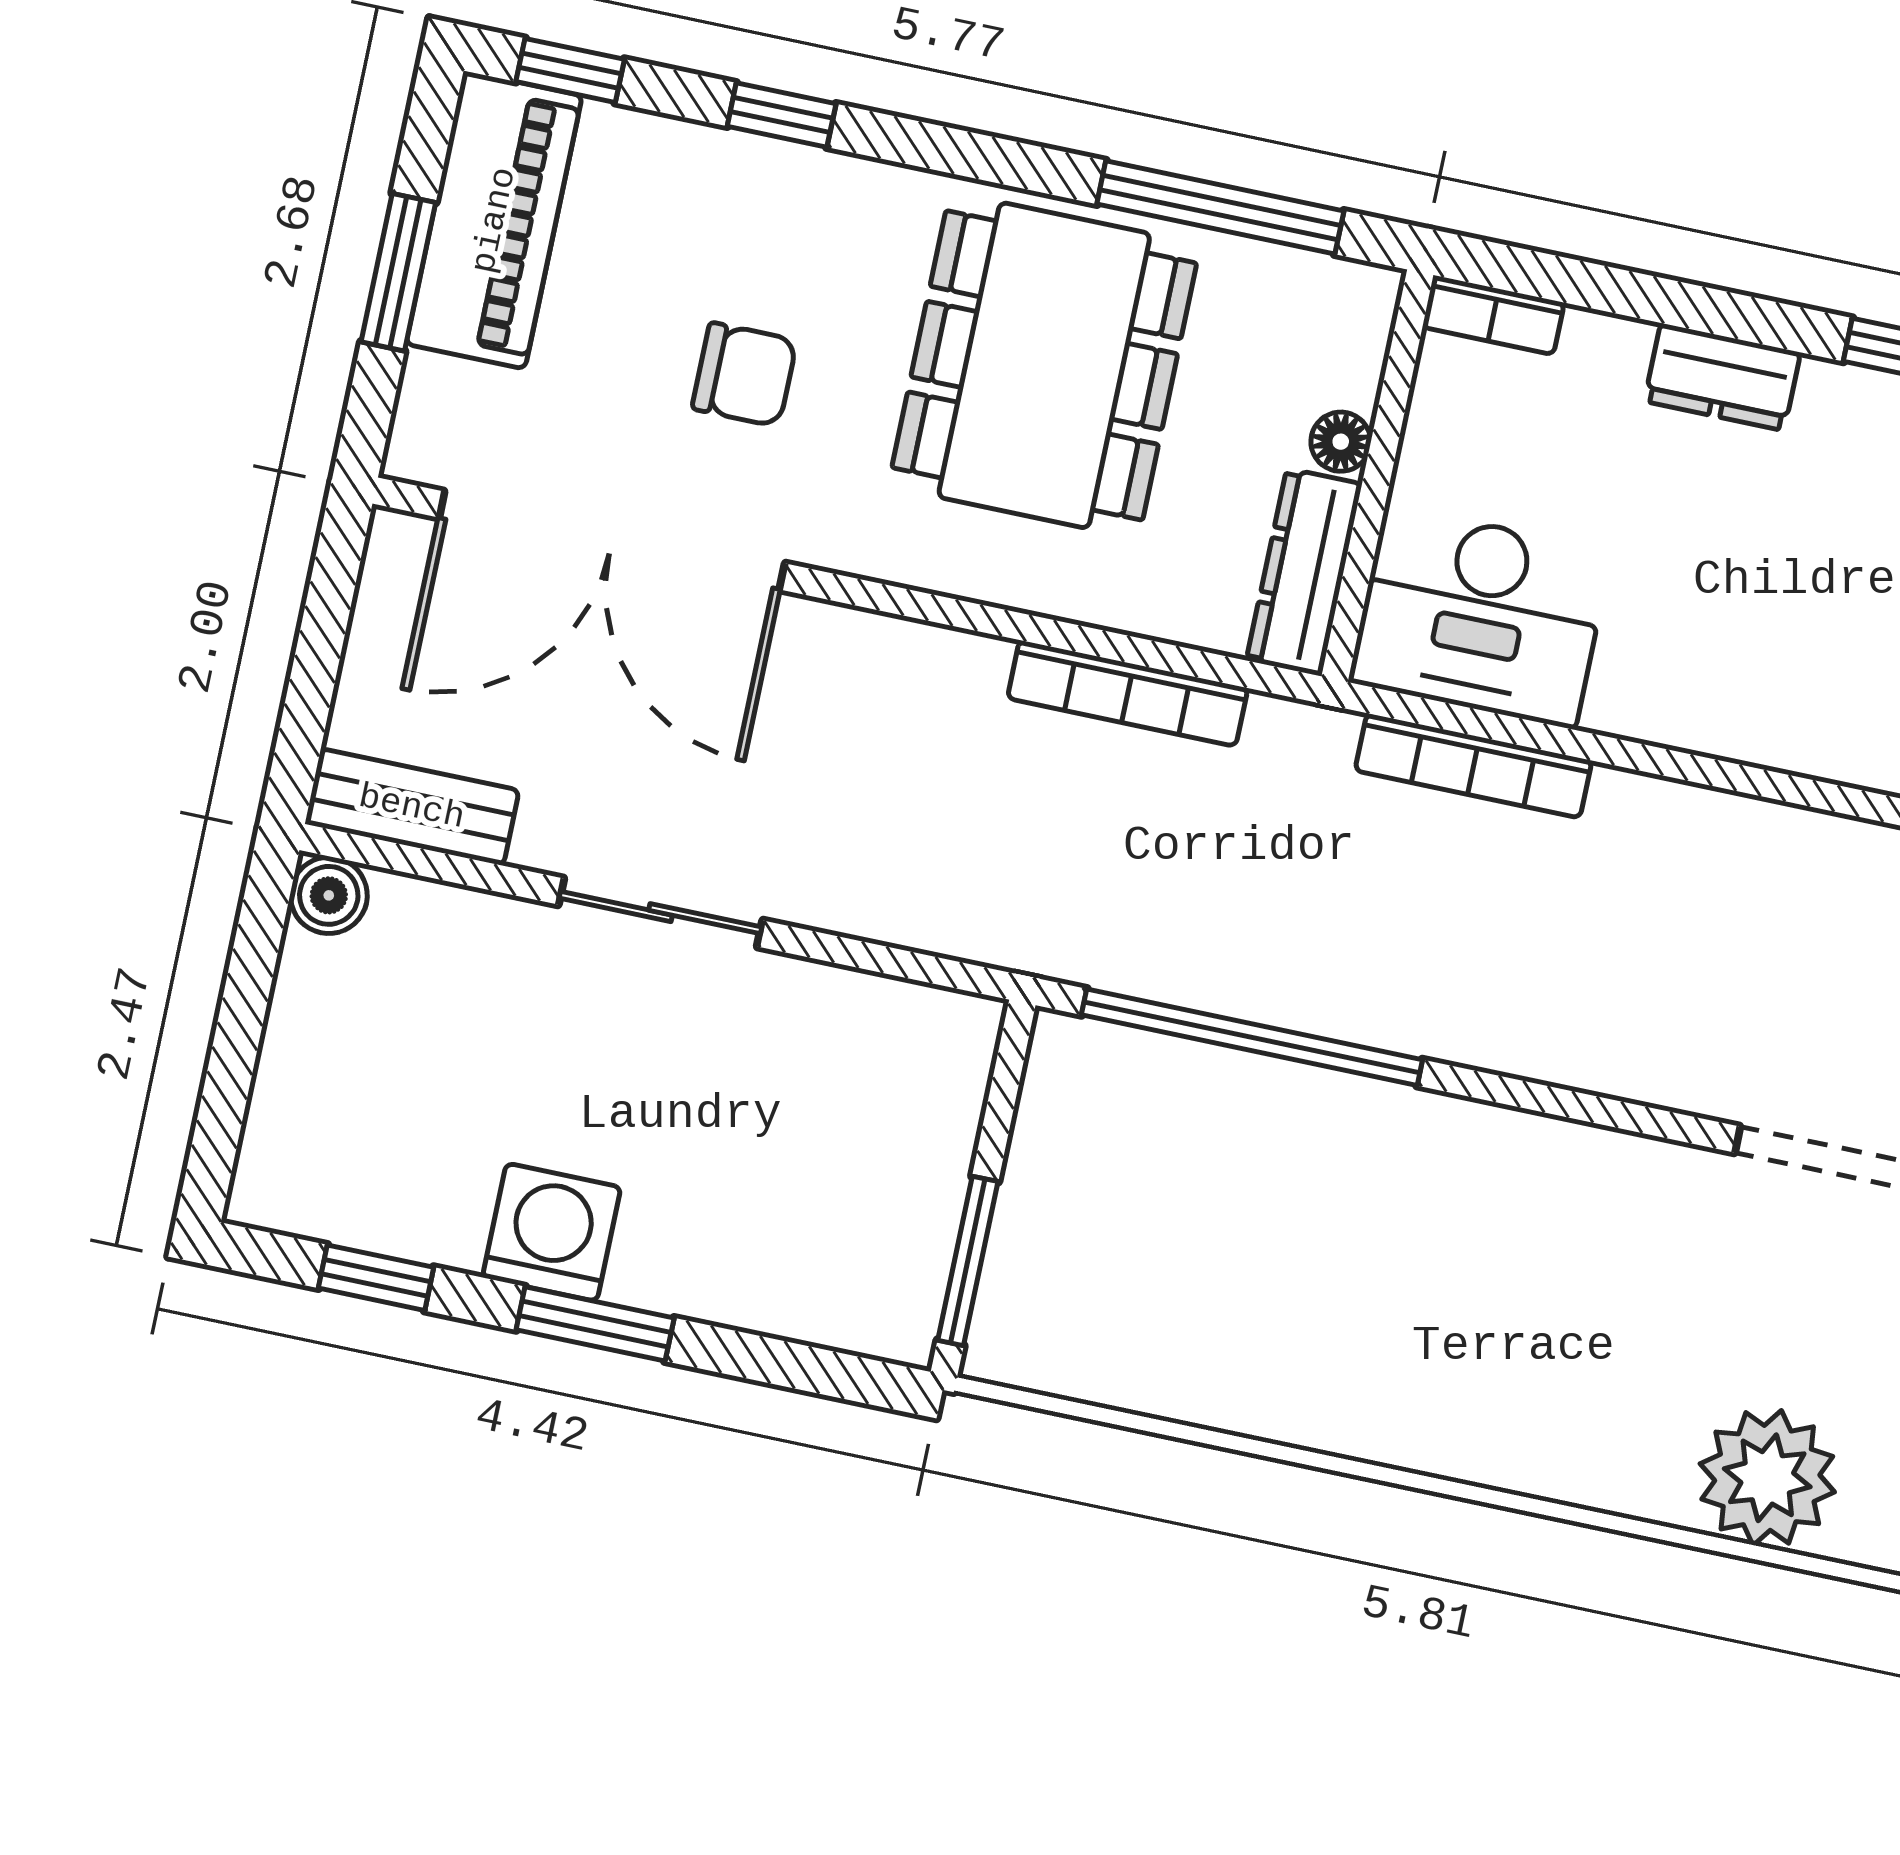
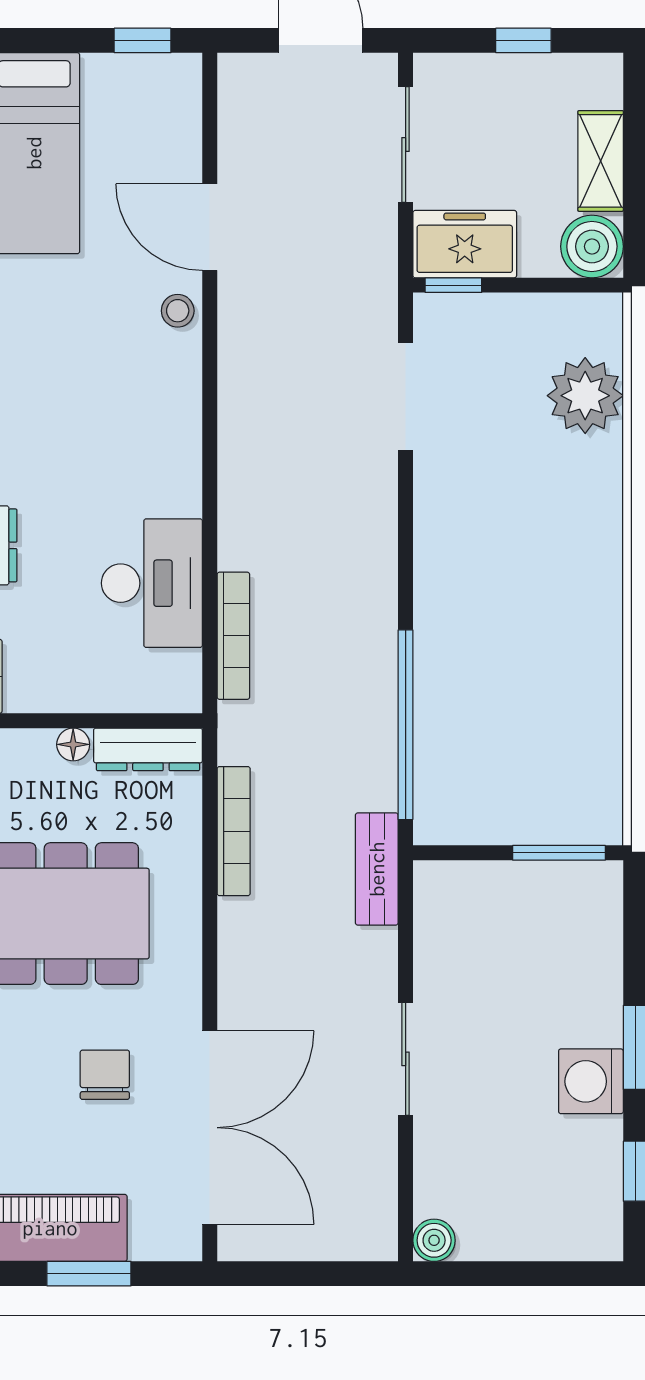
desk: (1480, 617) -> (152, 583), moved
bench: (412, 807) -> (377, 869), moved

